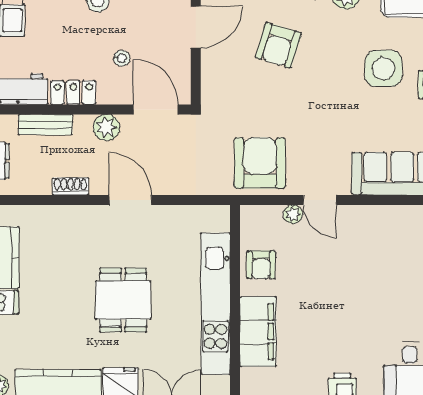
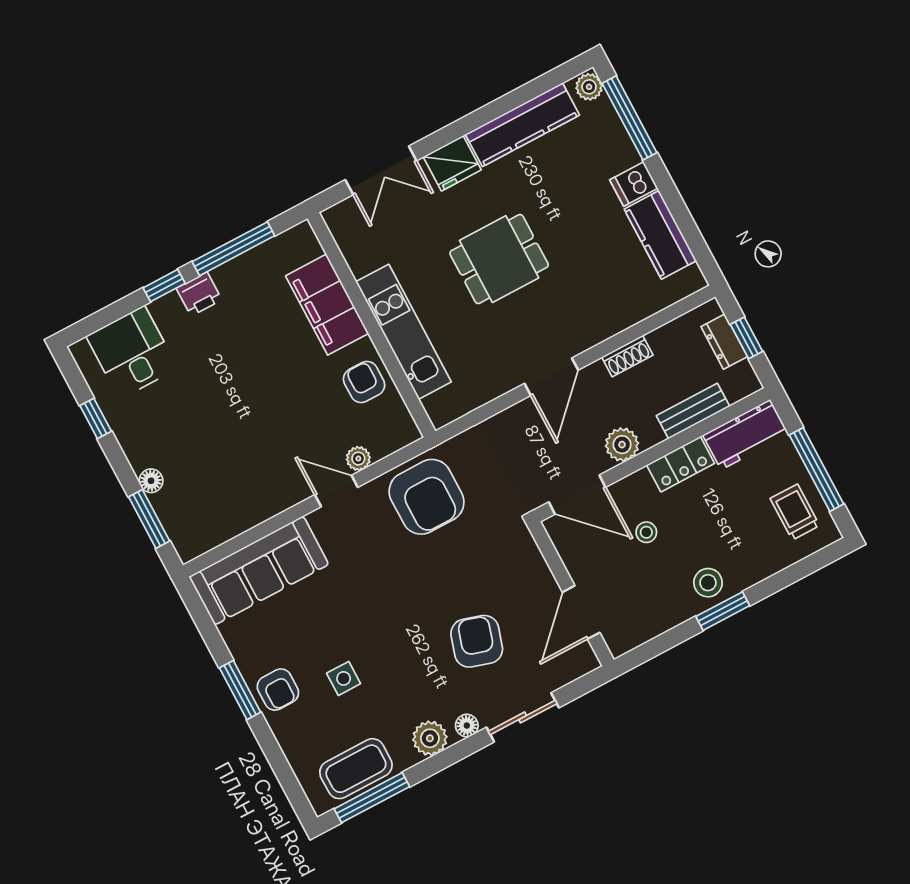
side table: (383, 68) -> (344, 678), width x0.54, depth x0.54
door: (130, 200) -> (551, 377), hinge flipped
dining table: (123, 300) -> (499, 259), turned 90
kitchen unit: (215, 304) -> (404, 332), width x0.73

